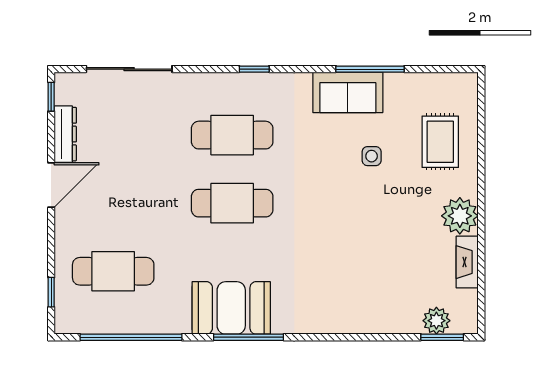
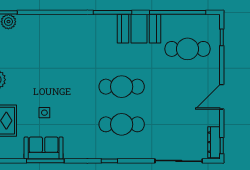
sofa: (348, 92) -> (44, 148), moved
dresser: (65, 134) -> (214, 142), moved
booth: (231, 308) -> (139, 29), moved

